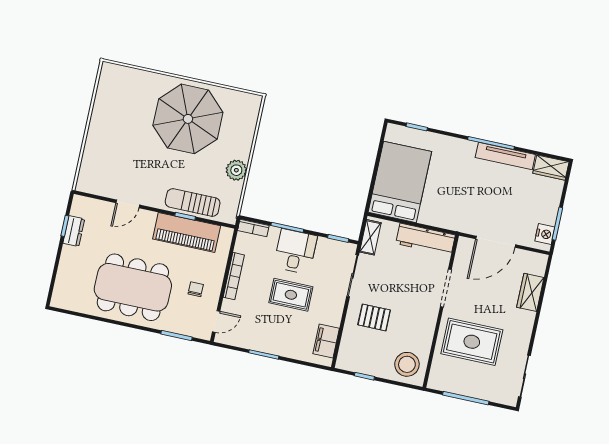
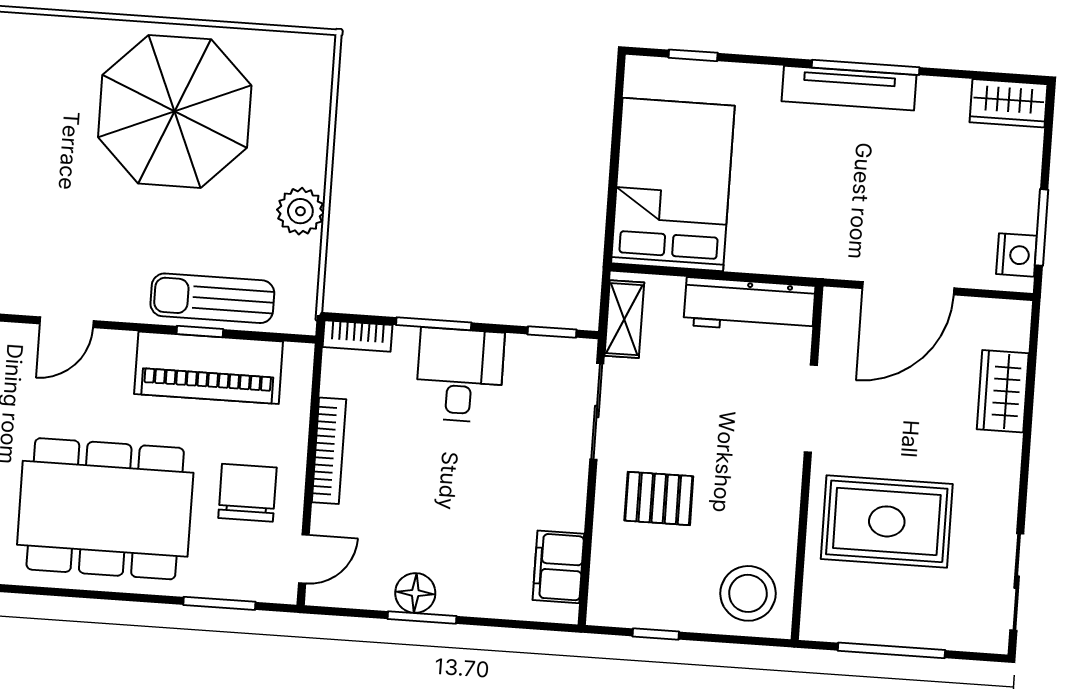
tv unit: (505, 156) -> (849, 88), moved
chair: (196, 289) -> (247, 493), width x1.87, depth x1.87
rug: (291, 295) -> (464, 474), removed
floor lamp: (262, 343) -> (415, 593), added

